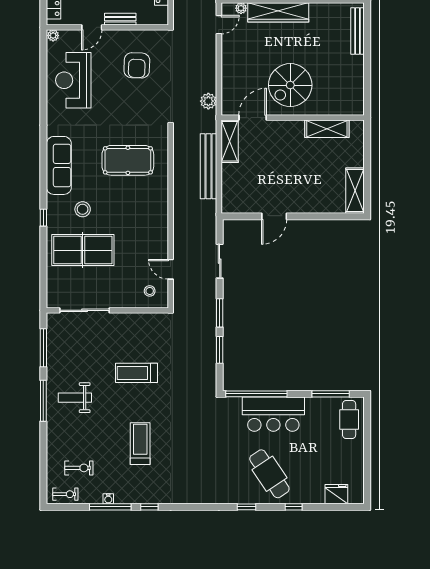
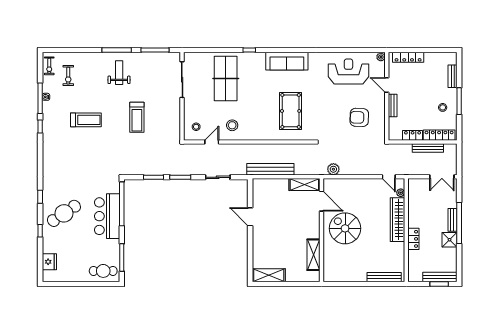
bench: (208, 166) -> (270, 169), moved
stool: (83, 209) -> (232, 125), moved
treadmill: (137, 373) -> (137, 117), turned 180

